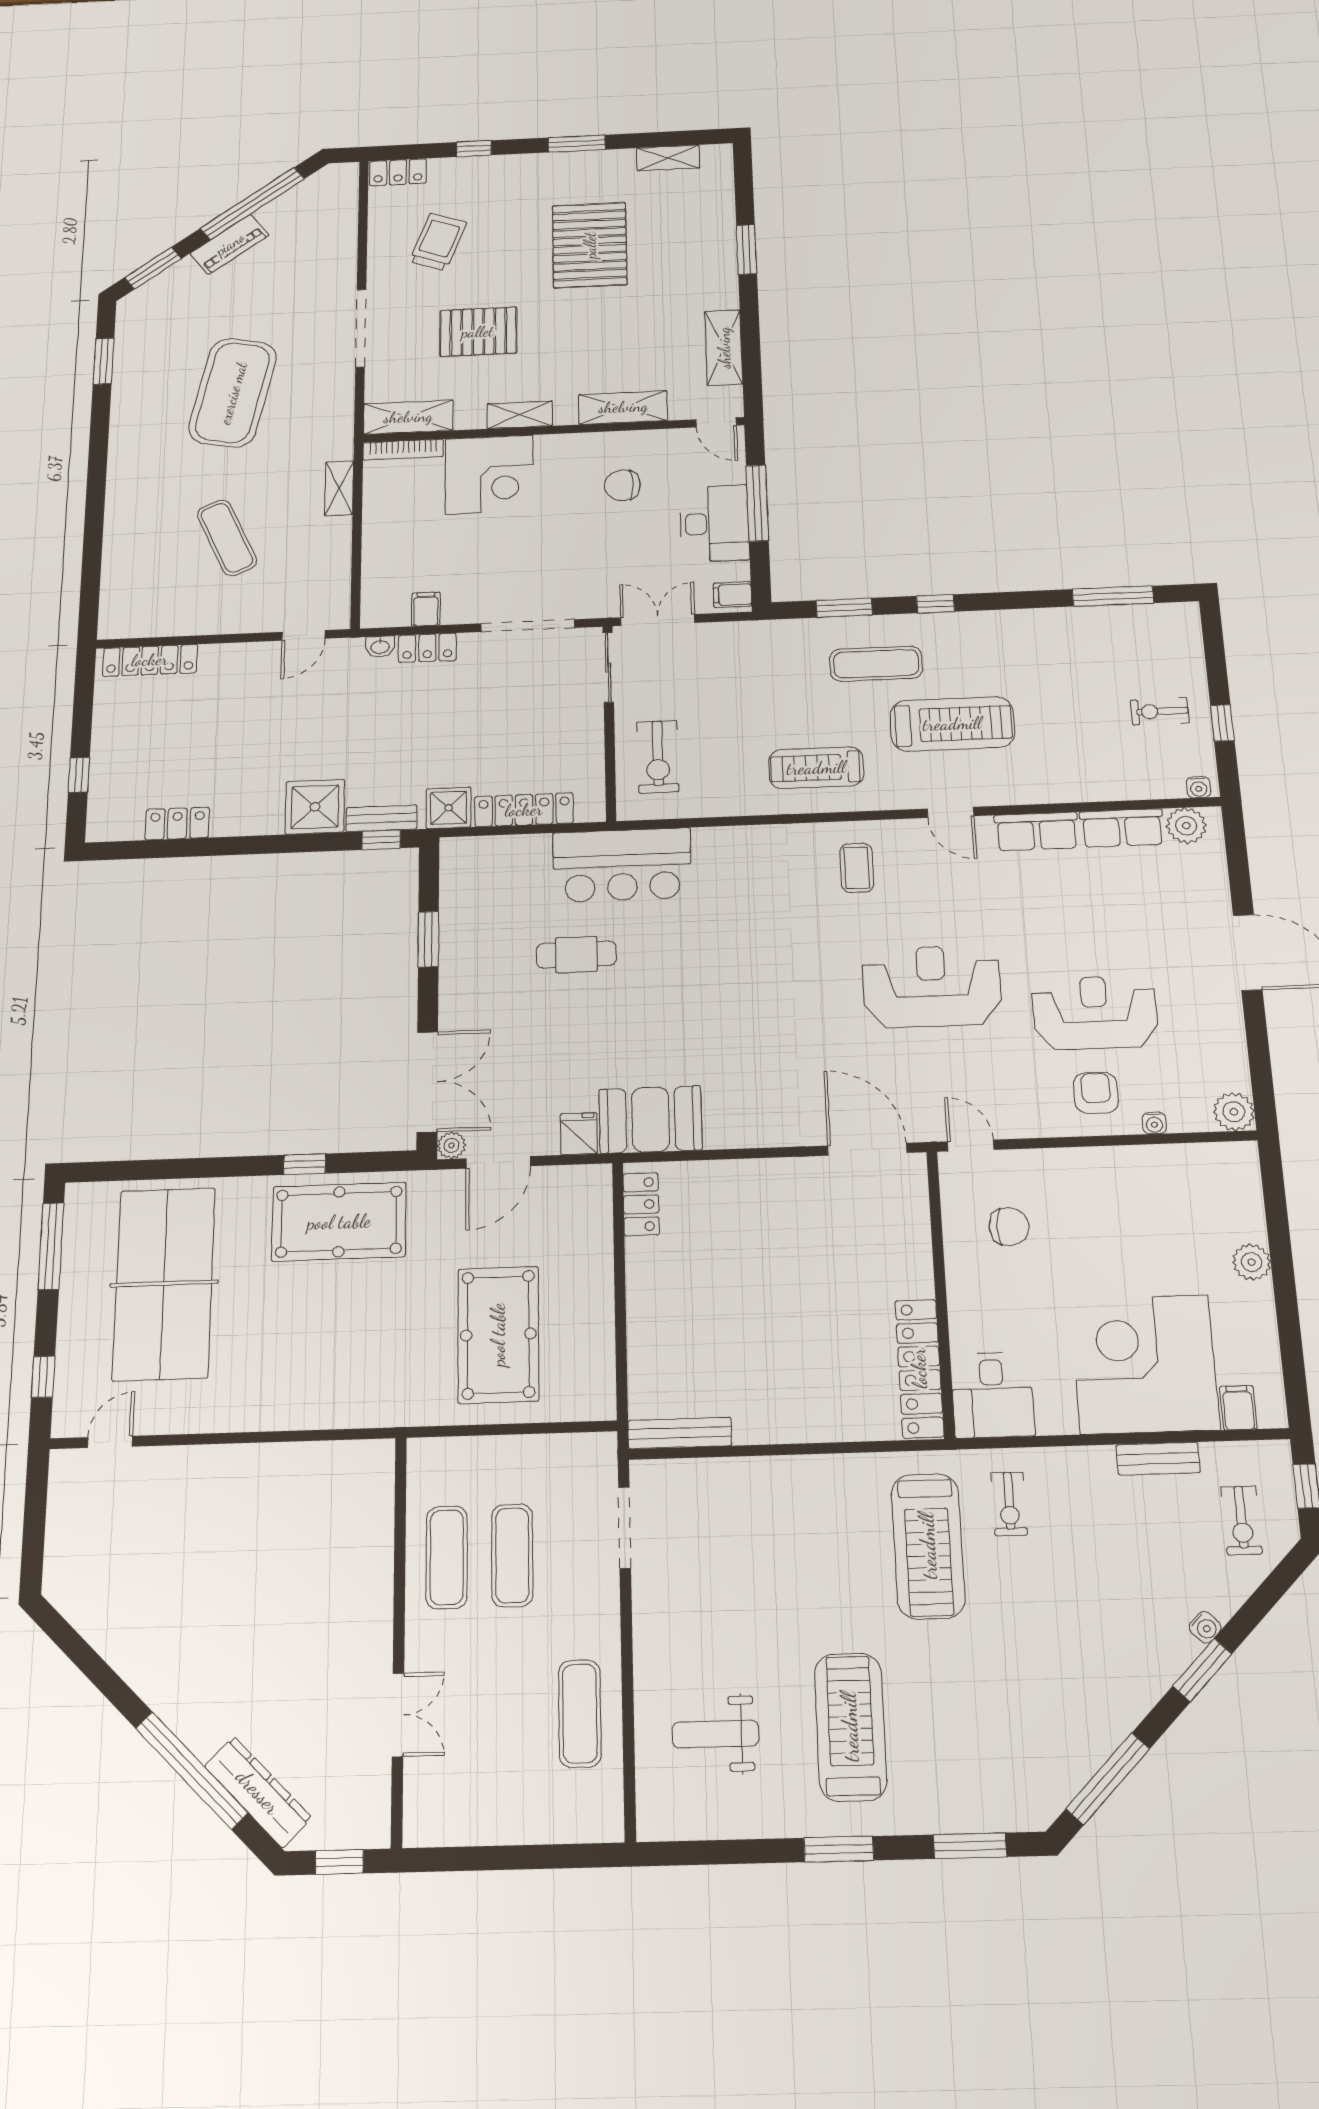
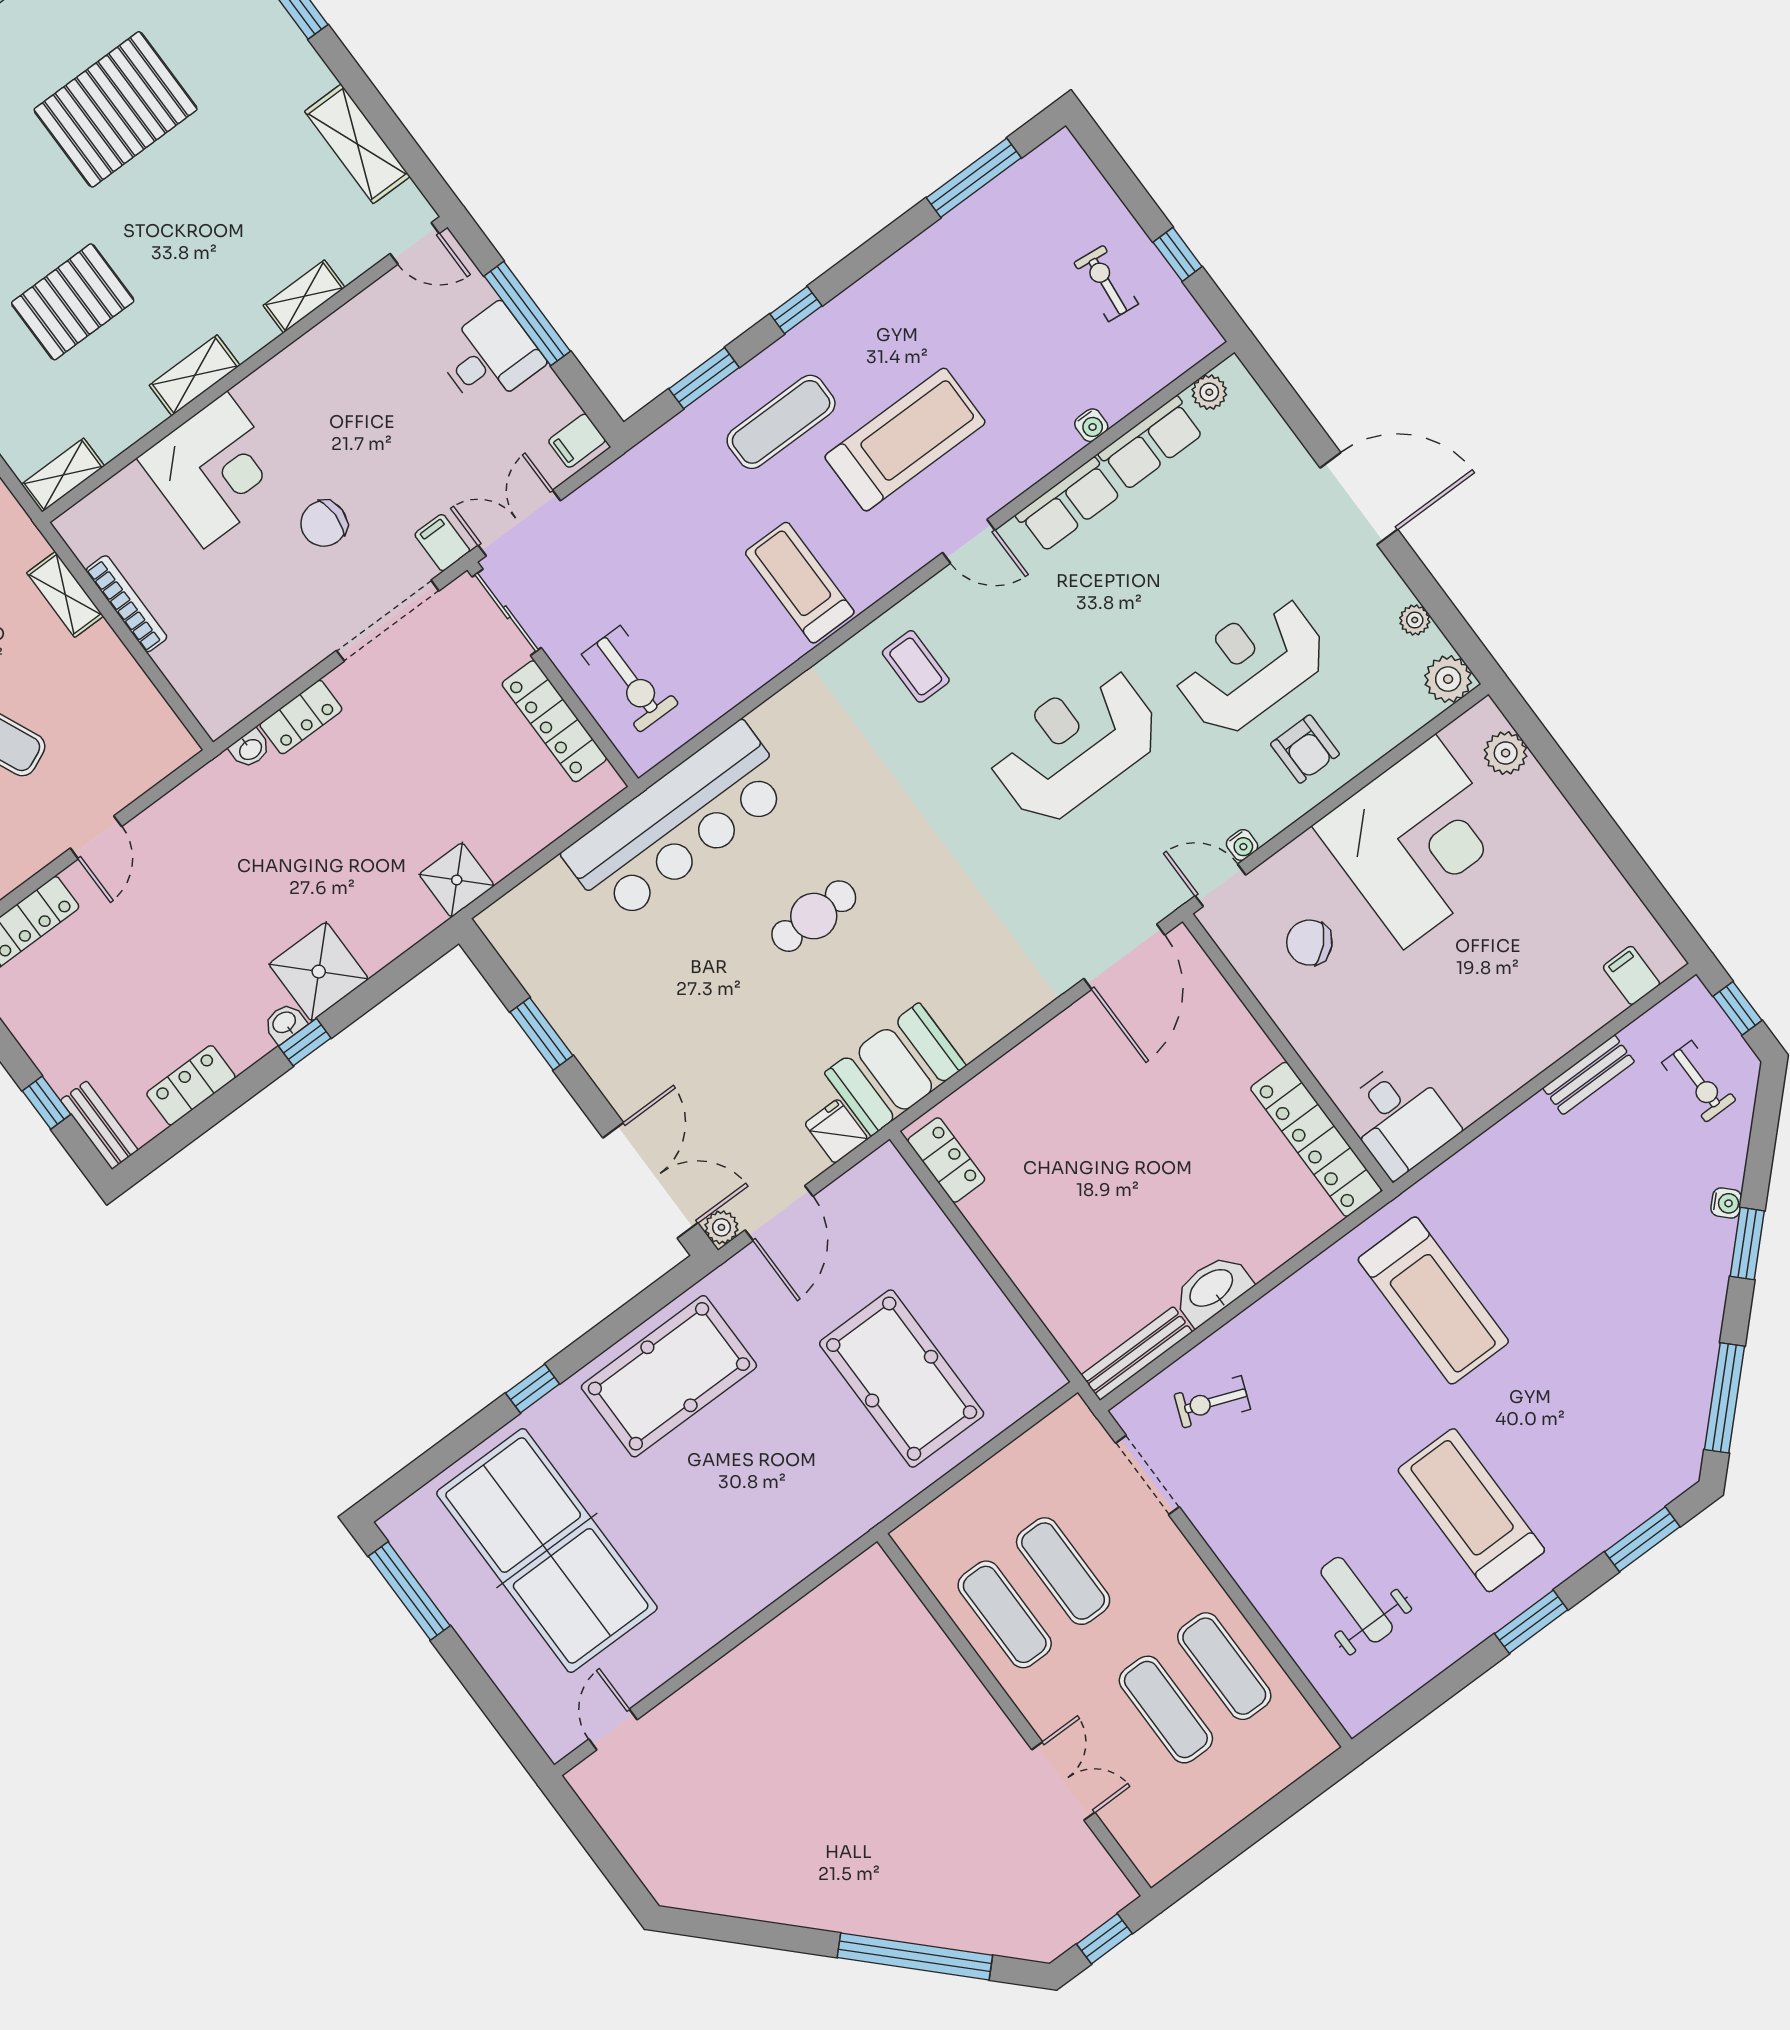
pallet: (590, 245) -> (116, 109), turned 90
shelving: (623, 407) -> (304, 296), width x0.67, depth x0.75
shelving: (408, 417) -> (63, 475), width x0.67, depth x0.75
bookcase: (403, 450) -> (127, 604), moved, turned -90
chair: (622, 485) -> (324, 523), moved
desk: (714, 524) -> (490, 357), width x0.73
filing cabinet: (426, 609) -> (442, 543), moved
door: (304, 635) -> (96, 837), moved
exercise bike: (1160, 711) -> (1106, 283), turned 96
treadmill: (816, 768) -> (800, 583), turned 90
water cooler: (1199, 787) -> (1091, 425), moved
locker: (524, 810) -> (554, 721), moved, turned -90
bench: (382, 818) -> (99, 1125), moved, turned 90
washbasin: (268, 824) -> (285, 1023), added
plant: (1186, 826) -> (1209, 392), width x0.73, depth x0.73
window: (381, 840) -> (305, 1042), moved
bar counter: (622, 865) -> (678, 823), width x1.36
cafe table: (576, 955) -> (814, 916), moved
plant: (1235, 1057) -> (1415, 620), added
armchair: (1096, 1093) -> (1305, 749), turned 180
water cooler: (1154, 1123) -> (1242, 845), moved
door: (867, 1149) -> (1124, 957), swing flipped
window: (305, 1164) -> (533, 1388), moved
chair: (1009, 1227) -> (1309, 943), turned -134
plant: (1252, 1262) -> (1506, 753), moved
corner desk: (1144, 1364) -> (1419, 842), moved, turned 180
window: (43, 1377) -> (502, 1715), removed
washbasin: (768, 1424) -> (1212, 1289), added
exercise bike: (1009, 1504) -> (1212, 1402), moved, turned 111
exercise mat: (513, 1715) -> (1166, 1710), added
weight bench: (715, 1734) -> (1357, 1600), turned 90
dresser: (258, 1792) -> (988, 1932), removed

